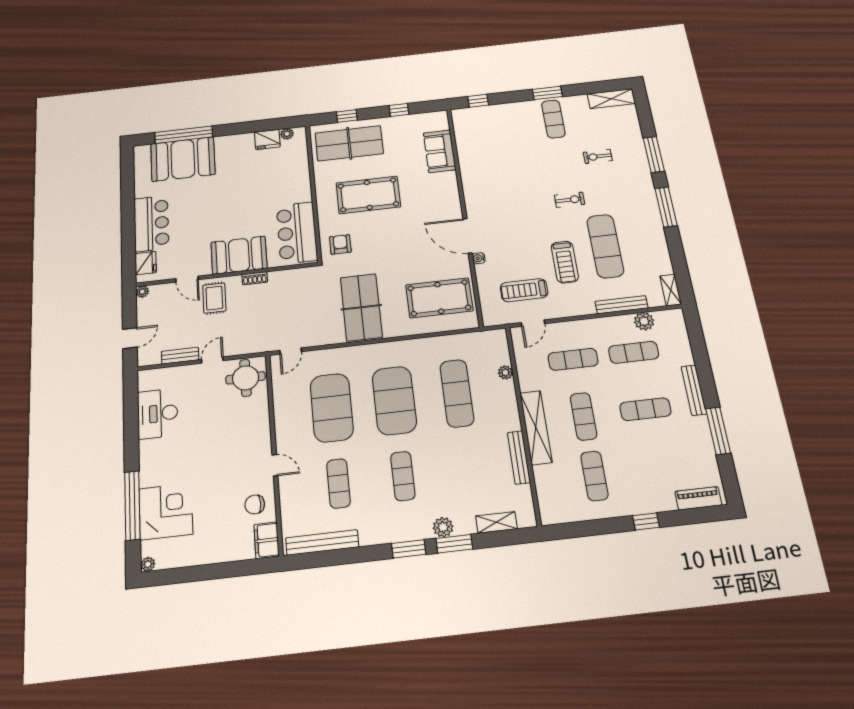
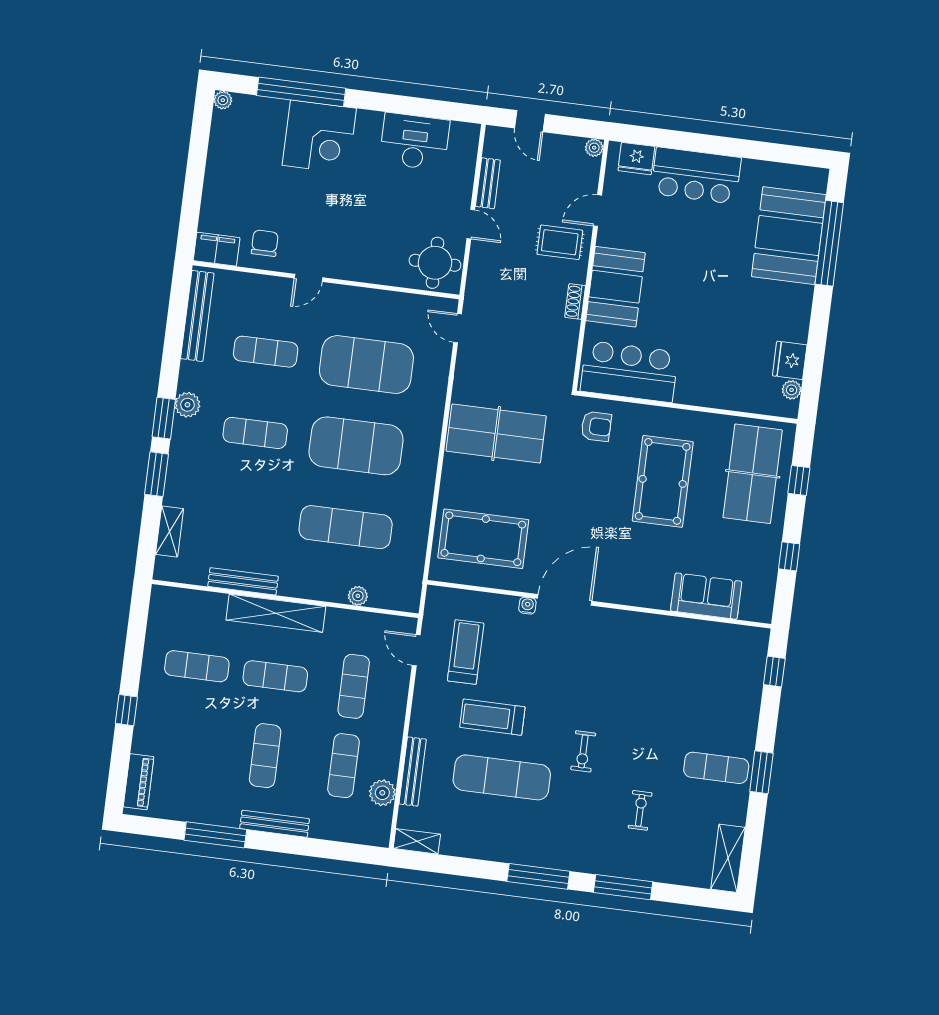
pool table: (439, 298) -> (483, 539), turned 90
corner desk: (166, 511) -> (319, 137), moved
plant: (443, 527) -> (187, 405), moved

